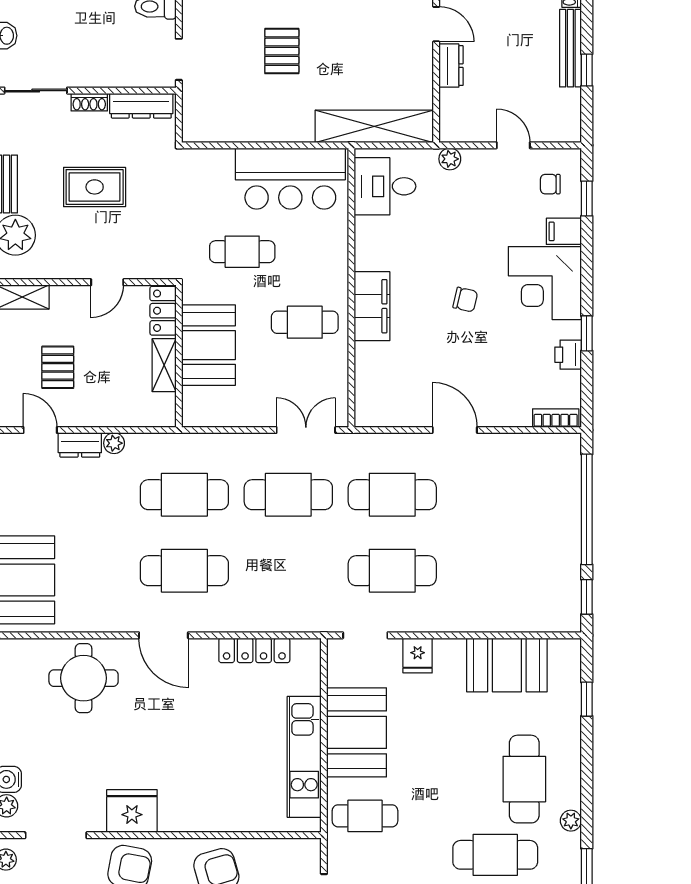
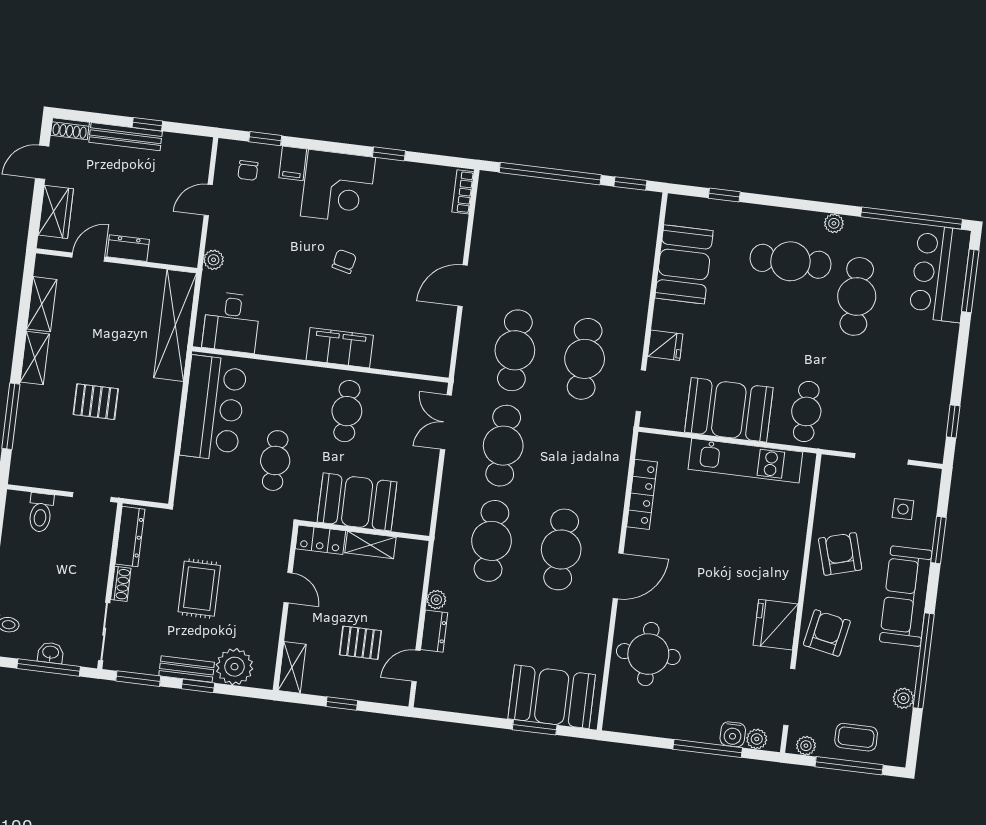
printer: (568, 355) -> (406, 173), removed

